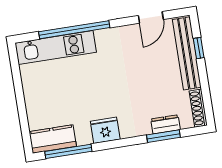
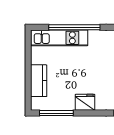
kitchen counter: (53, 139) -> (39, 81), moved, turned 90

